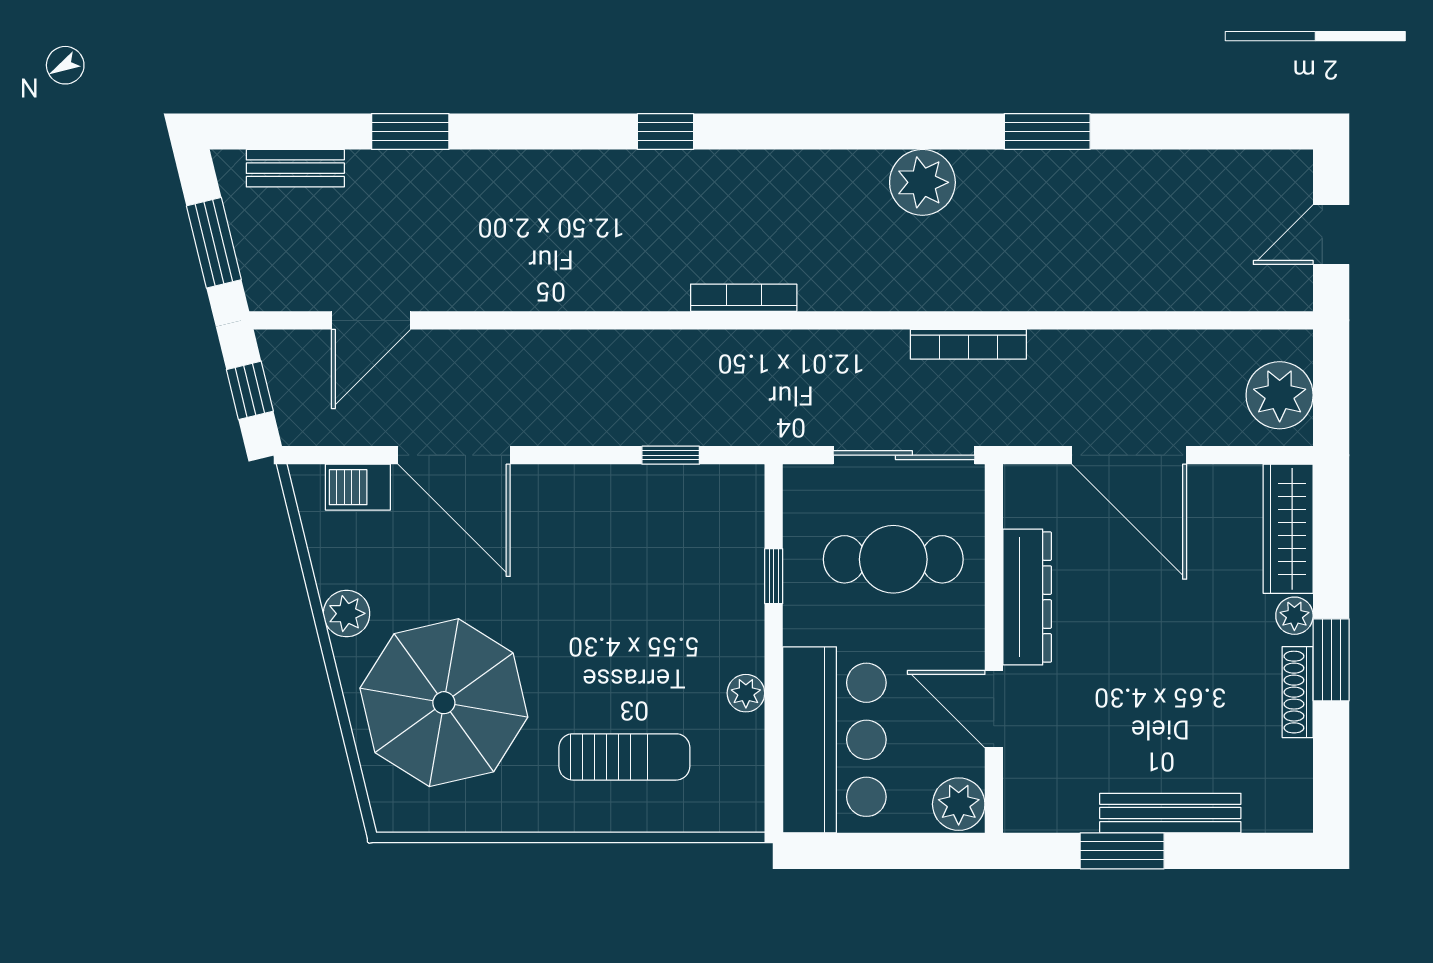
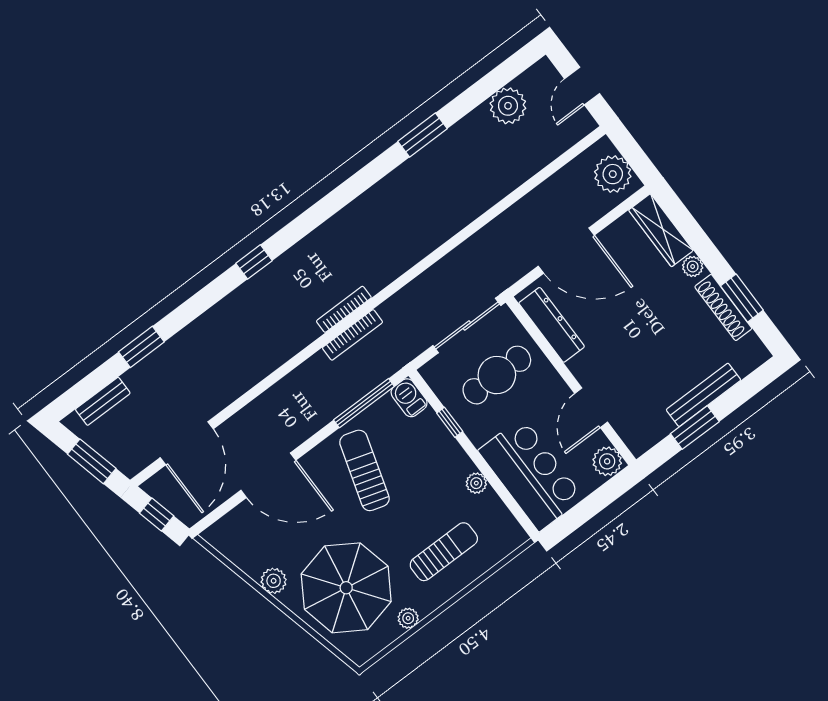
plant: (922, 182) -> (508, 106), moved
door: (371, 320) -> (187, 443), width x1.36
bookcase: (968, 344) -> (352, 335), moved
window: (671, 455) -> (364, 403), width x2.17
barbecue: (358, 487) -> (409, 398), moved, turned 90
sun lounger: (598, 553) -> (364, 470), added
dresser: (1027, 597) -> (552, 325), moved
window: (1331, 660) -> (742, 298), moved
shoe rack: (1298, 692) -> (723, 308), width x1.36, depth x1.24
door: (994, 709) -> (591, 408), hinge flipped
plant: (500, 814) -> (408, 618), added

